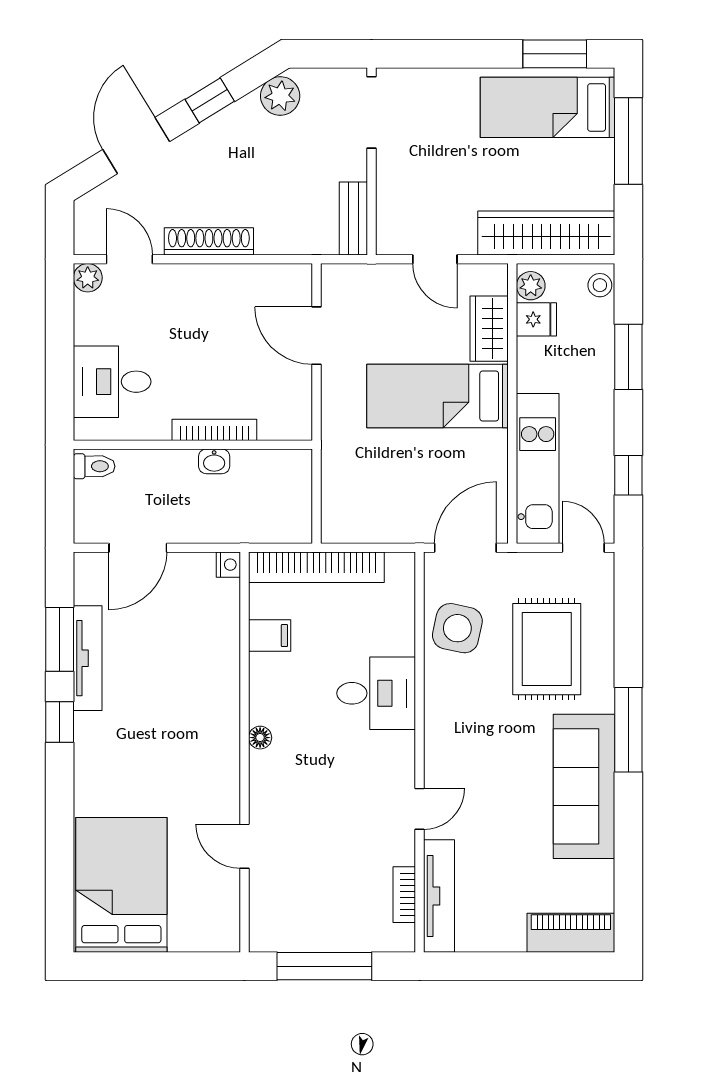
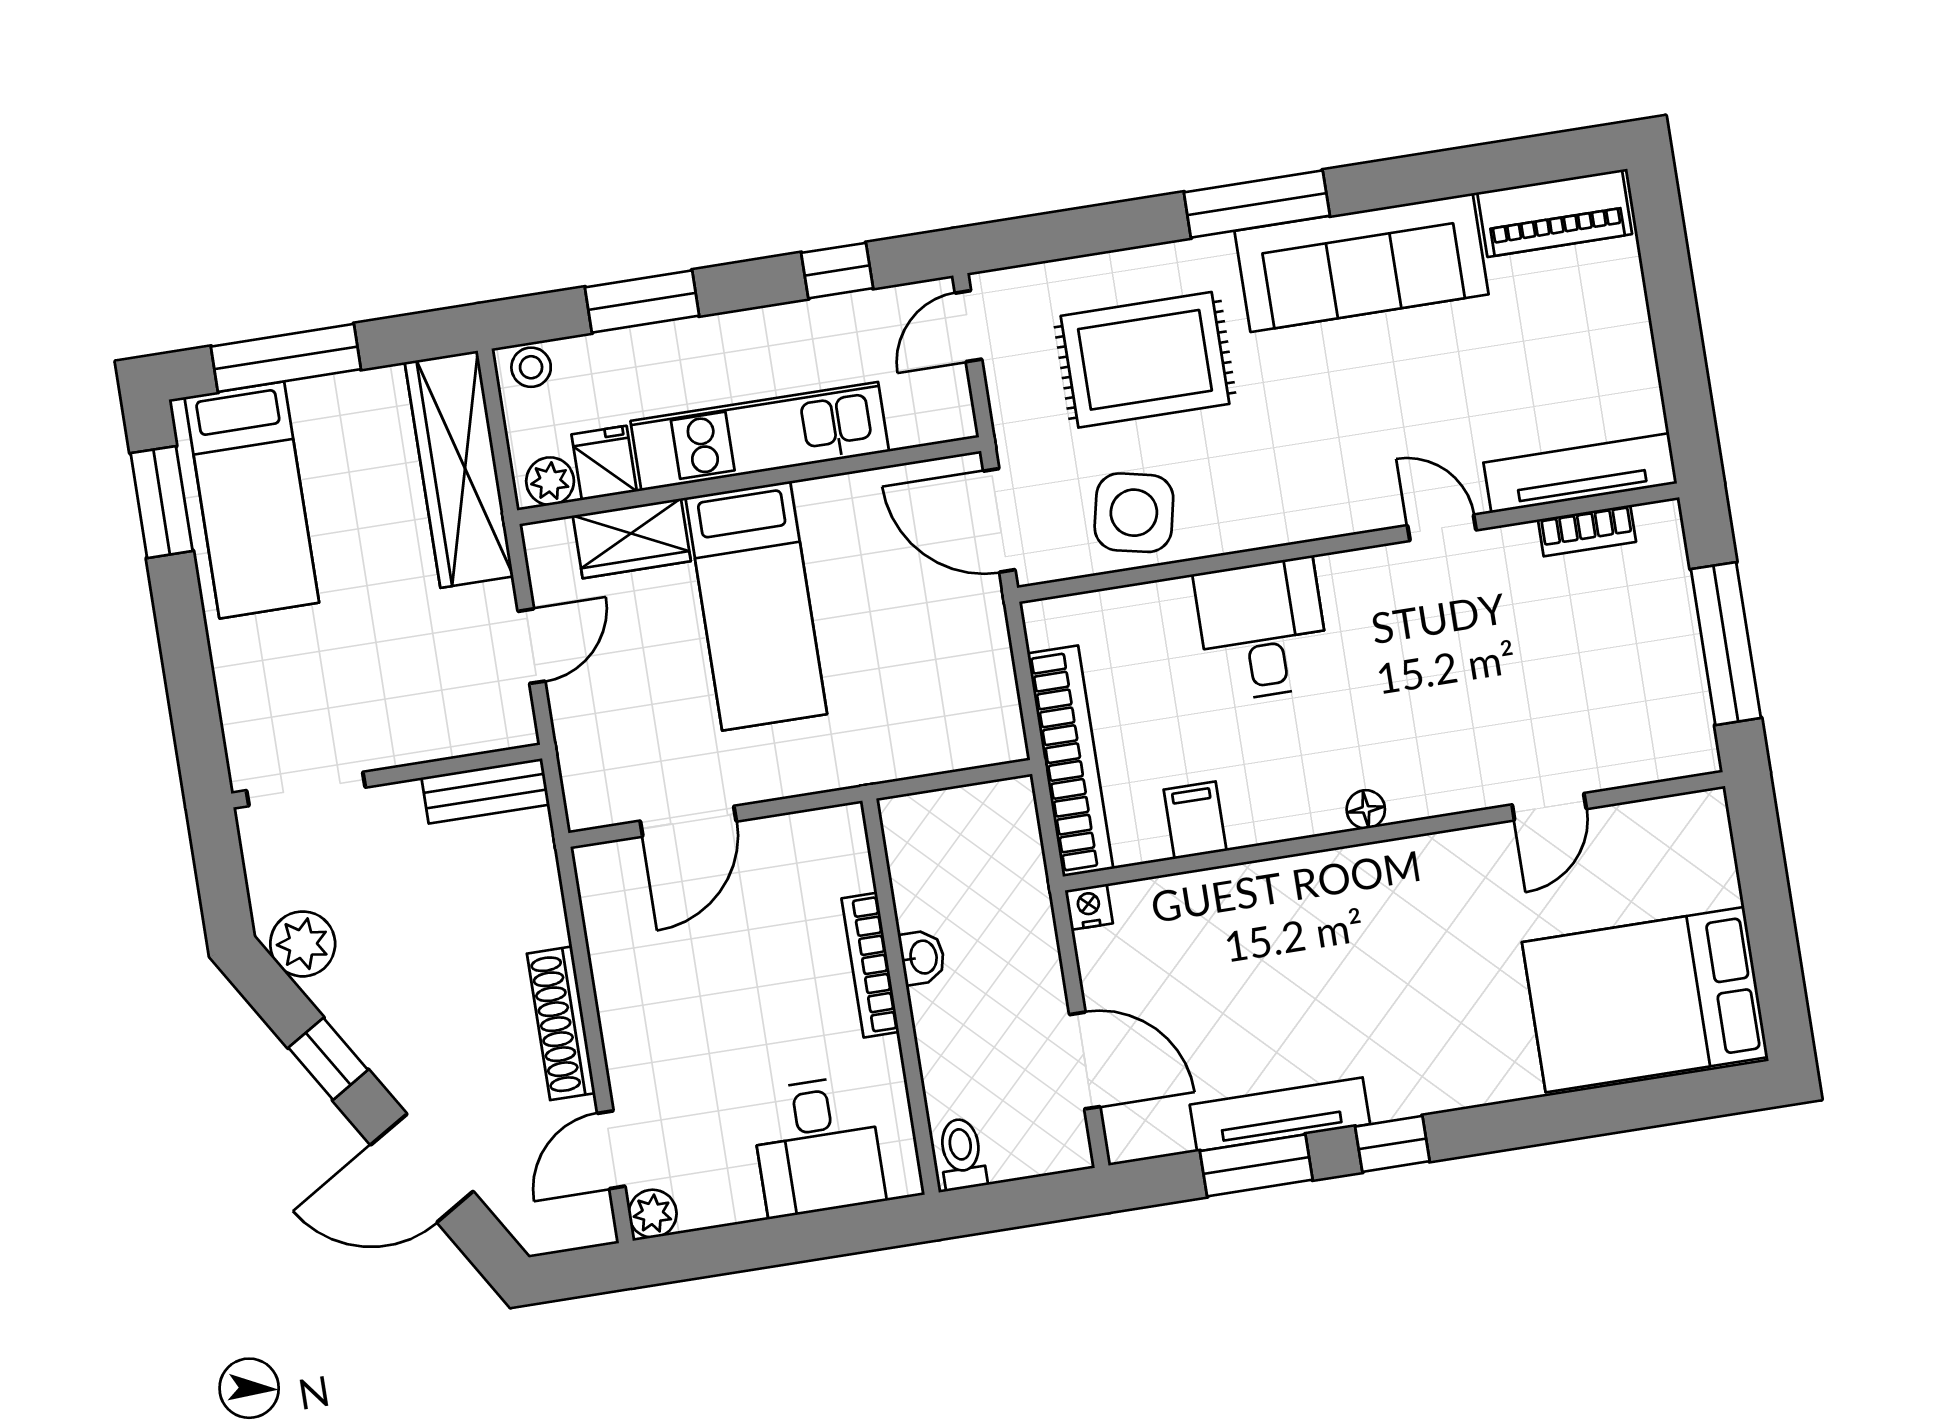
kitchen unit: (538, 469) -> (760, 436), moved
piano: (571, 933) -> (1555, 213), moved, turned -90

